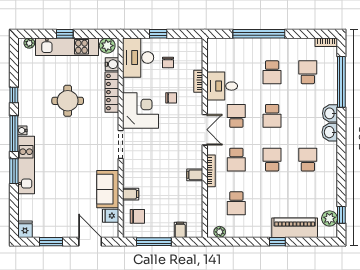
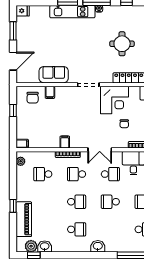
washbasin: (330, 113) -> (45, 246), moved
fridge: (111, 216) -> (33, 77), removed
filing cabinet: (180, 230) -> (22, 144), moved
window: (154, 242) -> (13, 110), width x0.46

